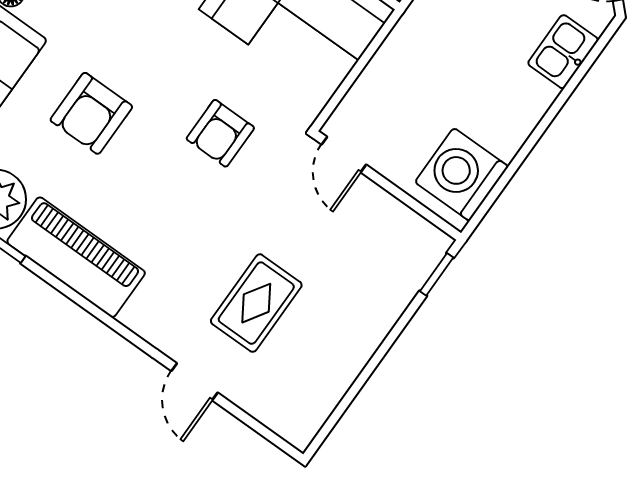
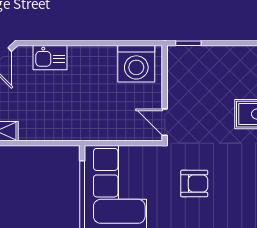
door: (344, 155) -> (165, 122), swing flipped

